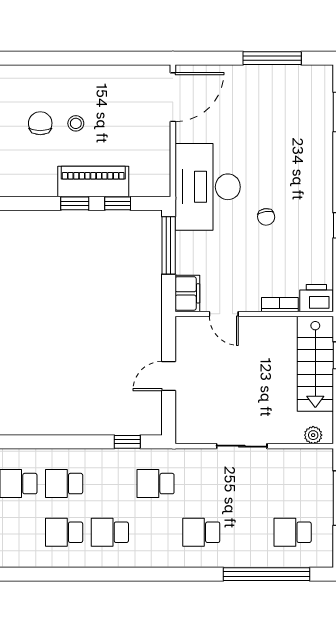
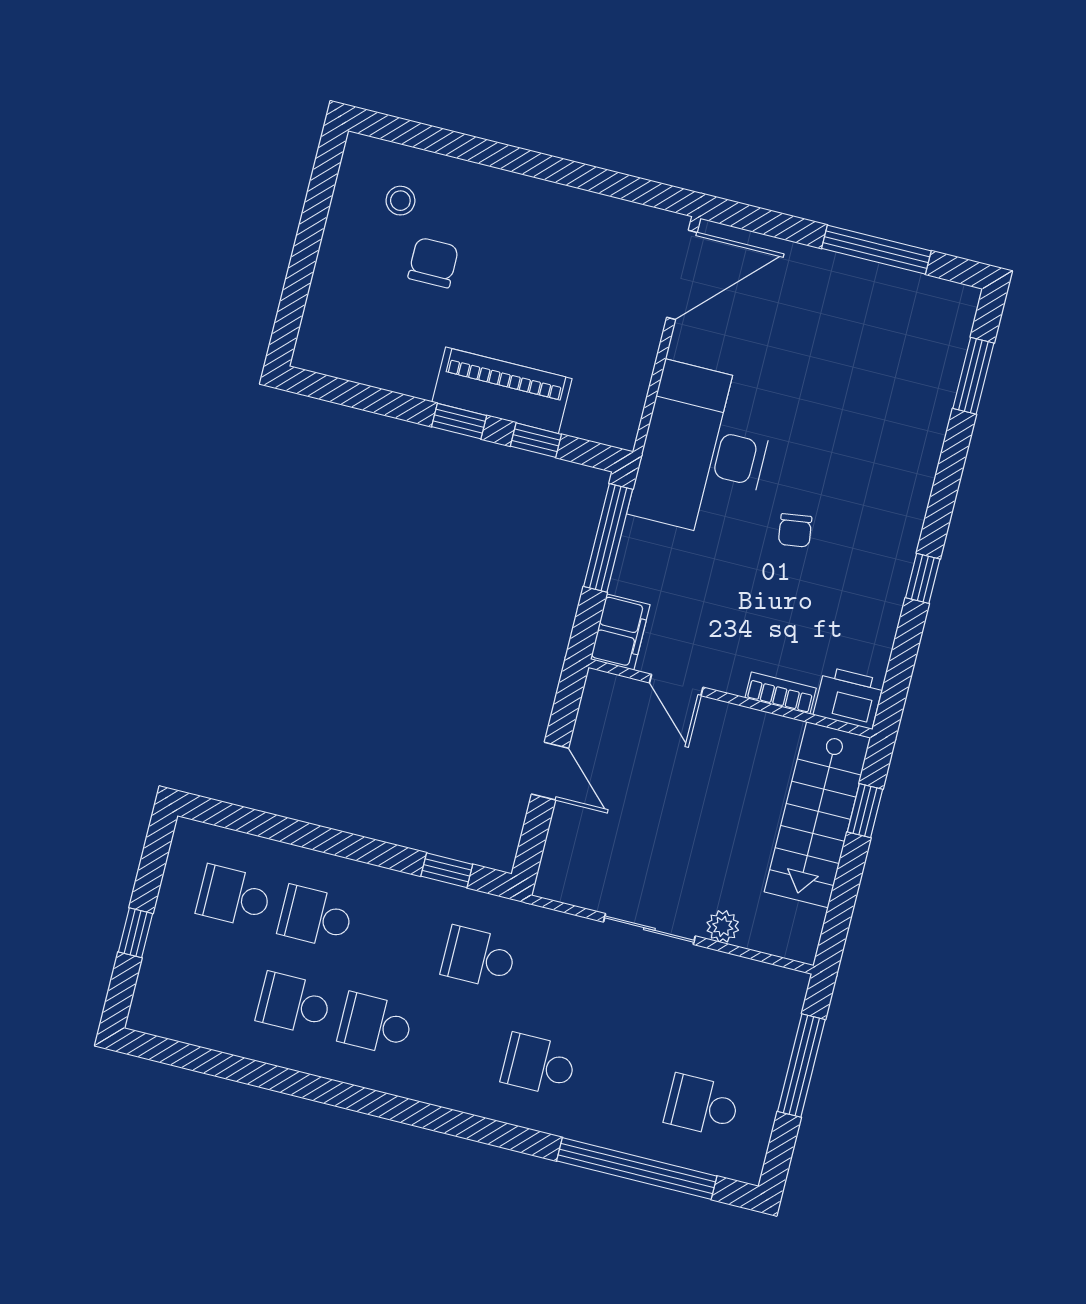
stool: (76, 123) -> (400, 201), moved
door: (169, 376) -> (550, 771), swing flipped
plant: (313, 435) -> (723, 926), moved

